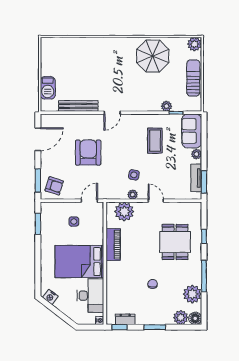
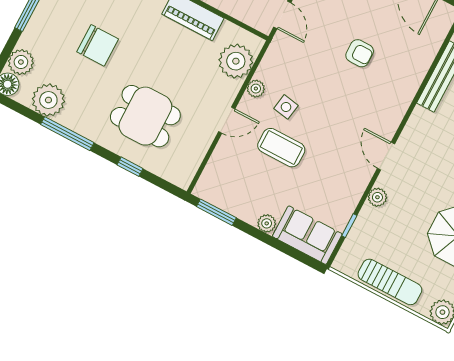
plant: (166, 106) -> (377, 197), moved
door: (112, 113) -> (386, 156), moved
coffee table: (155, 141) -> (281, 148), moved
armchair: (88, 152) -> (360, 53), width x0.53, depth x0.53
tv unit: (196, 178) -> (229, 203), removed
chair: (152, 284) -> (98, 45), width x1.87, depth x1.87

